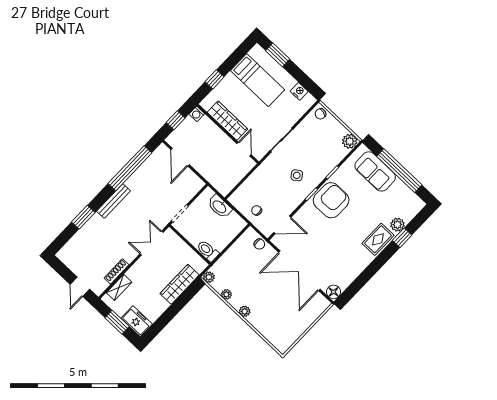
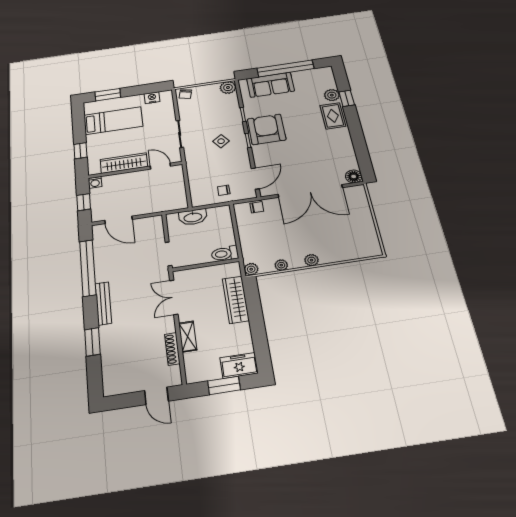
shelving: (119, 287) -> (188, 337), moved

